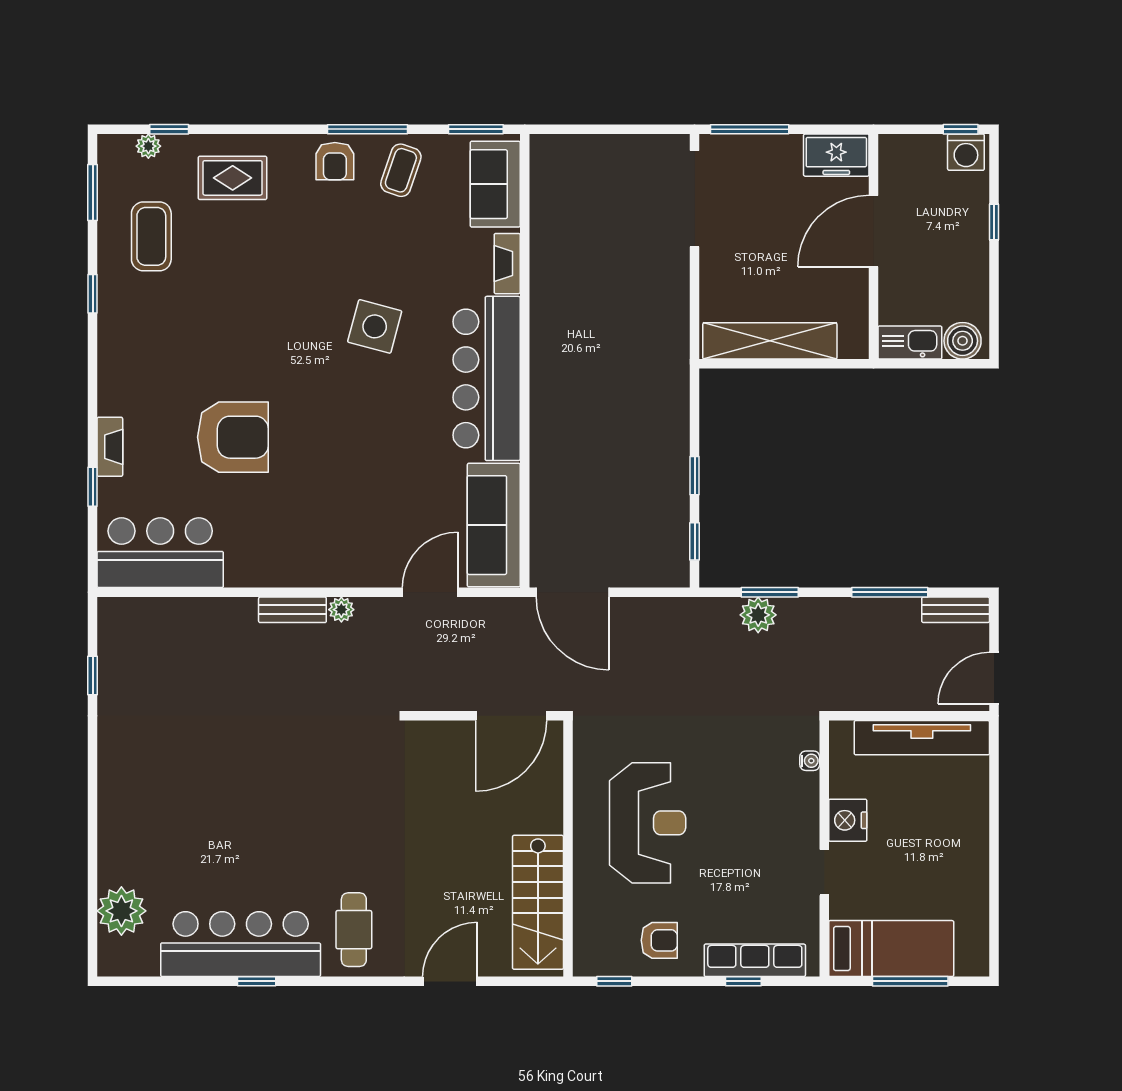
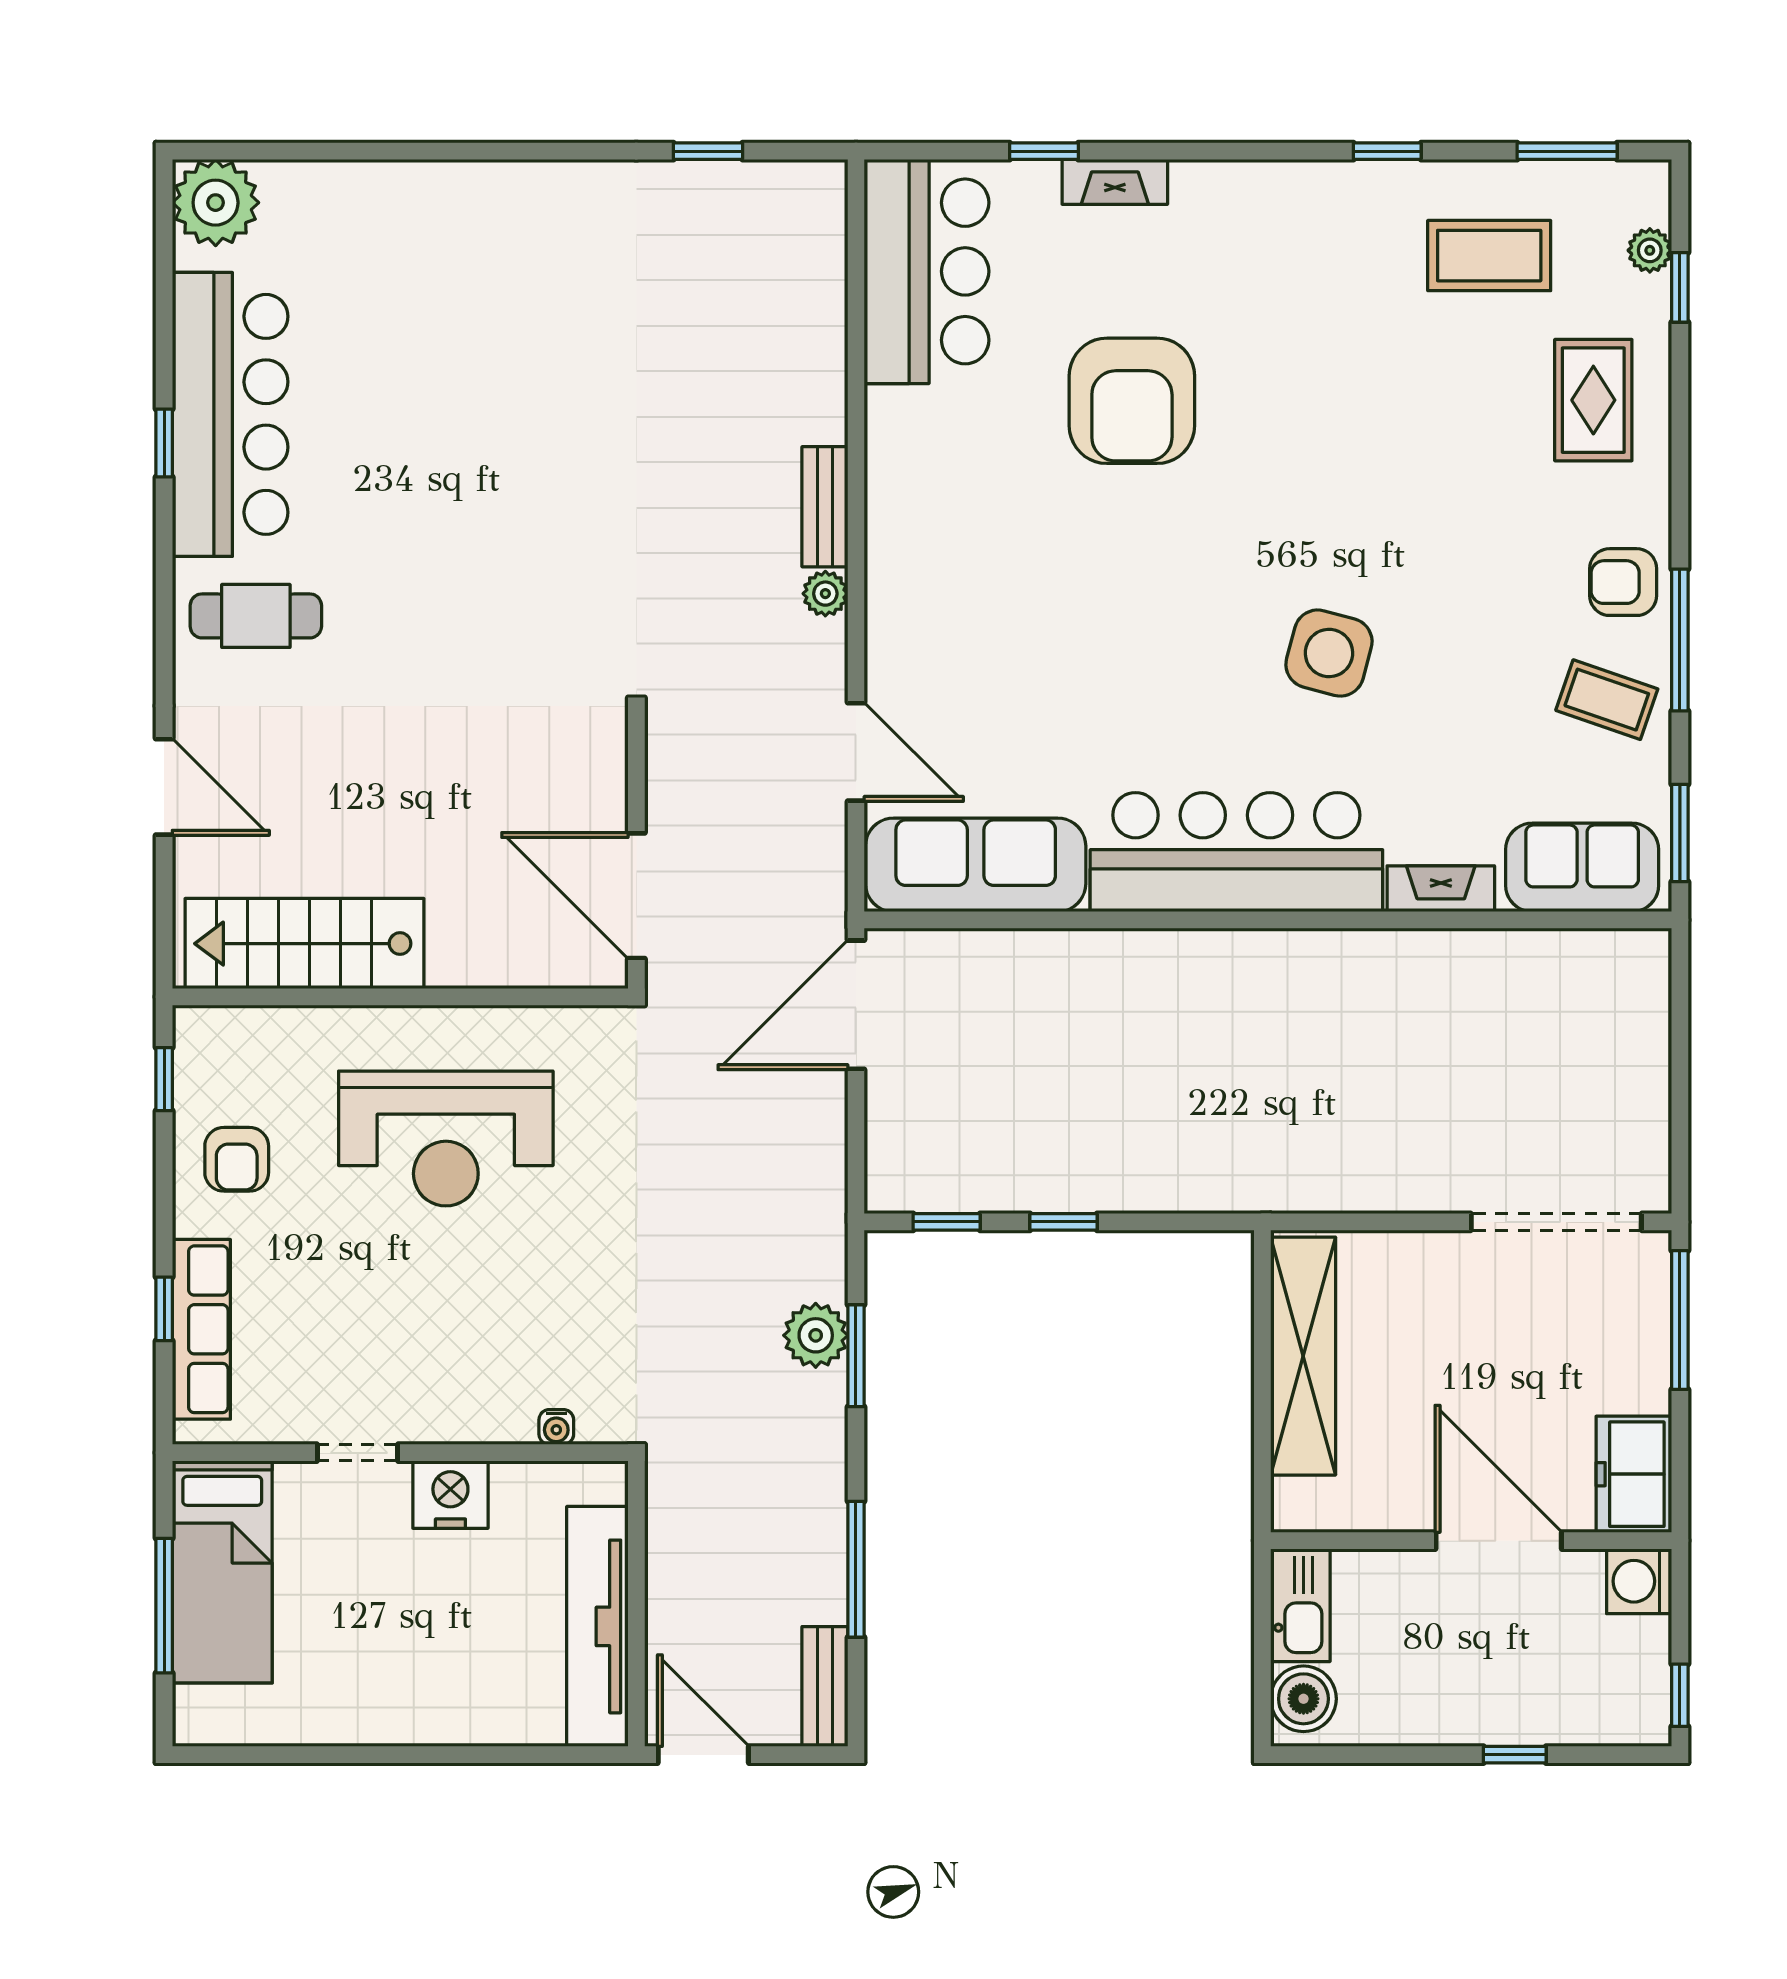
washing machine: (966, 152) -> (1639, 1581), moved
plant: (121, 911) -> (216, 203), moved

